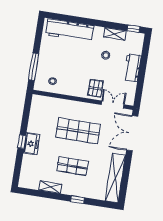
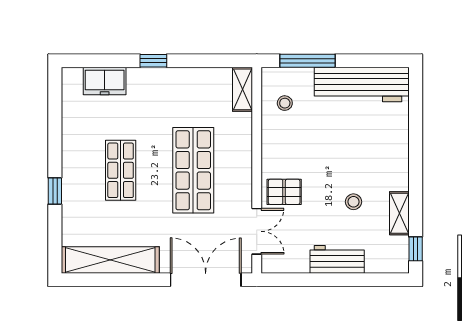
workbench: (70, 30) -> (362, 85), moved, turned -90
freezer: (32, 144) -> (105, 81), moved
shelving: (50, 187) -> (243, 89), moved

